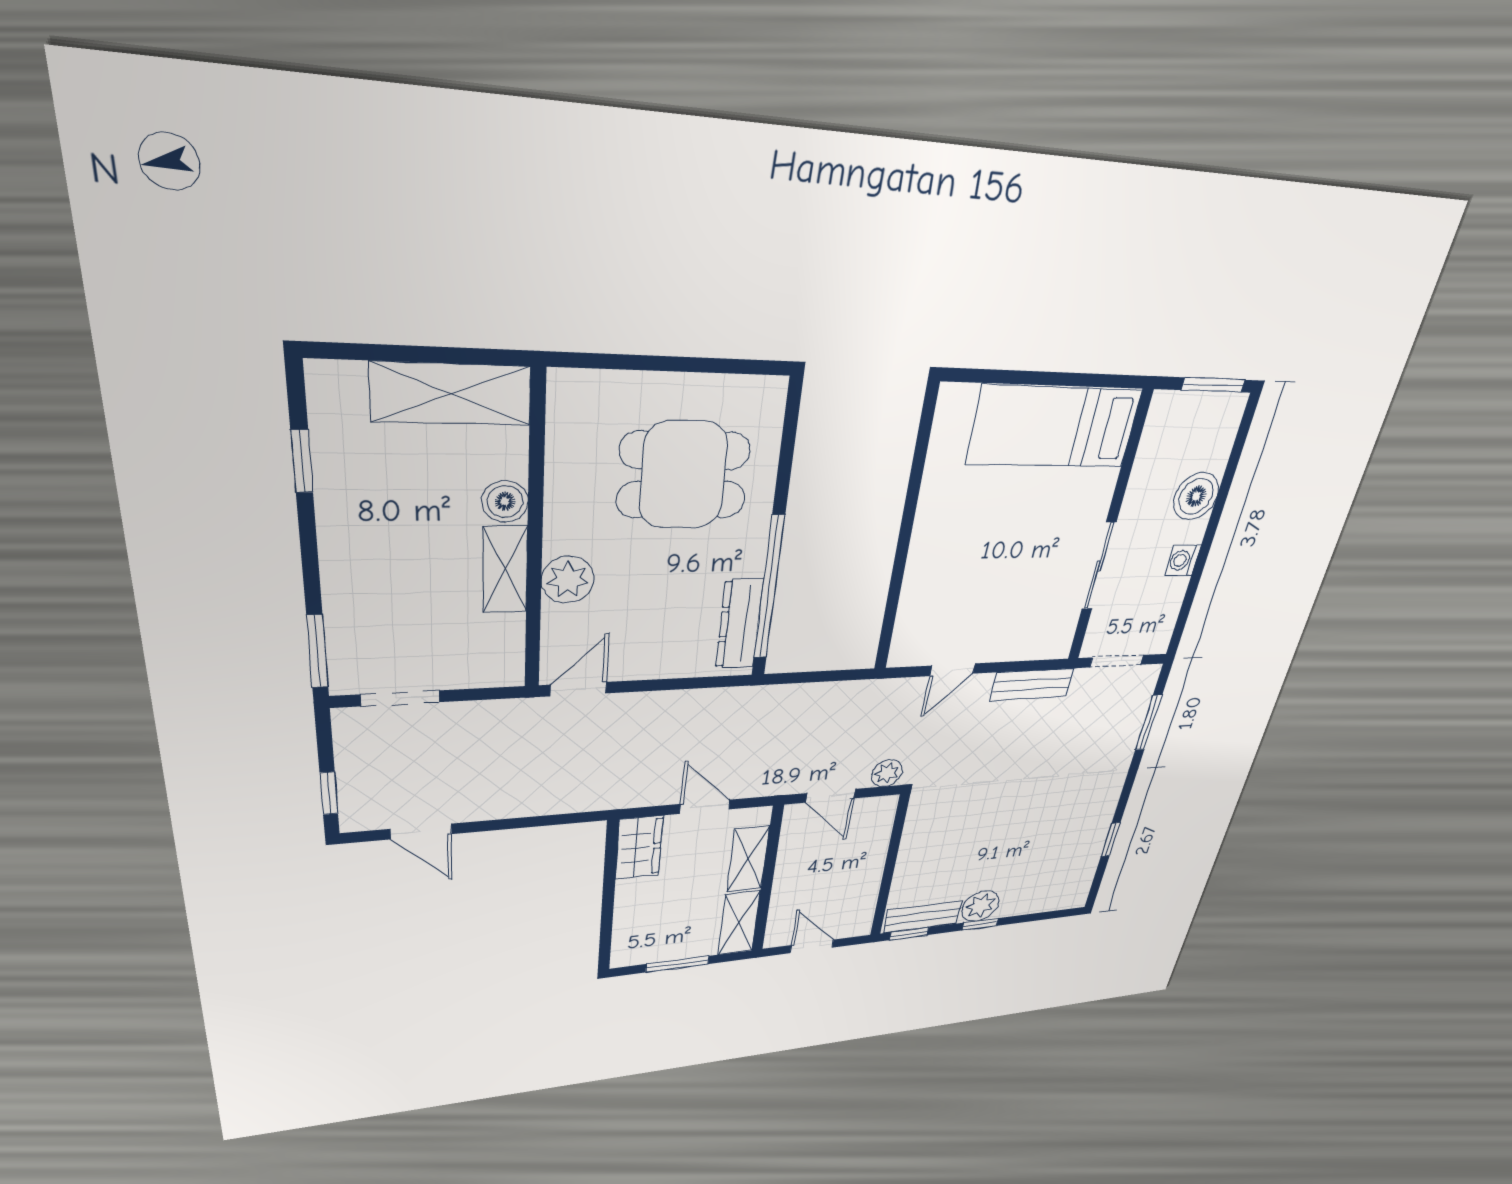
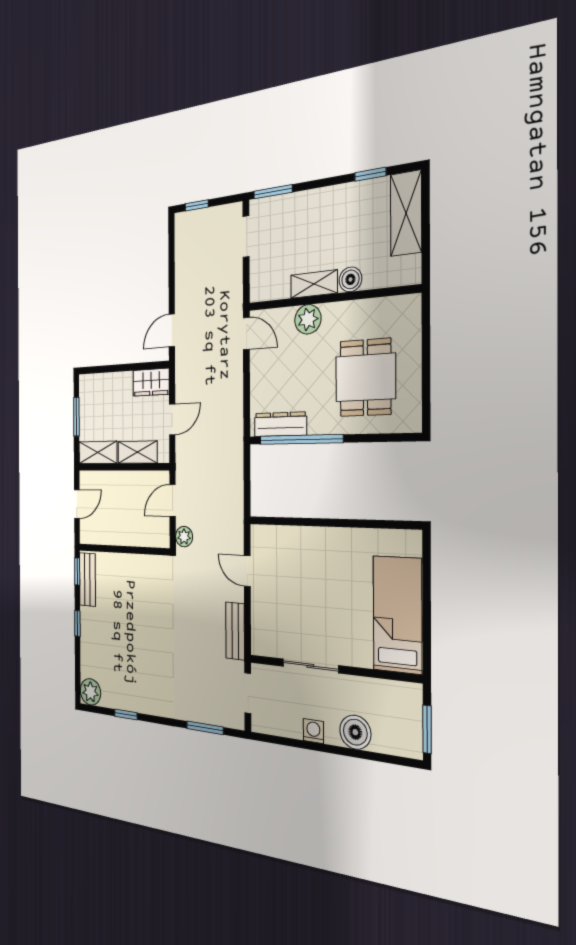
shelving: (451, 394) -> (406, 213), moved
door: (421, 832) -> (172, 330), moved
plant: (980, 906) -> (90, 692), moved

